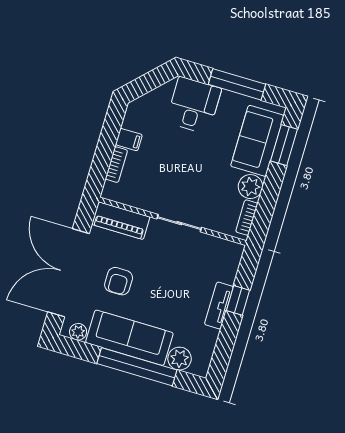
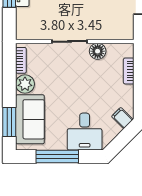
filing cabinet: (129, 140) -> (122, 118), moved, turned 45
floor lamp: (148, 201) -> (98, 51), added
piano: (121, 221) -> (113, 31), removed

